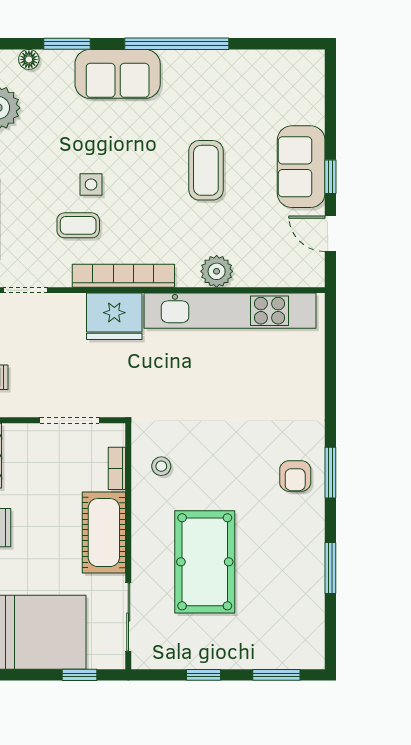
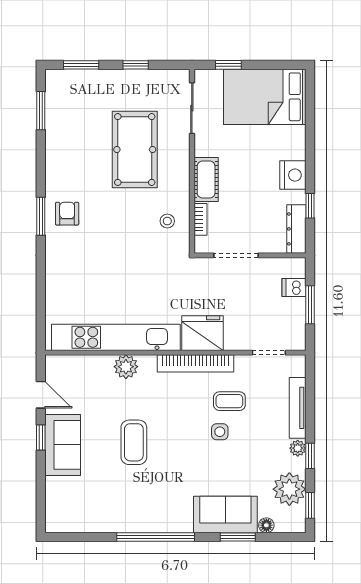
sofa: (118, 74) -> (225, 514), moved
cot: (104, 533) -> (206, 180), width x0.73, depth x0.75
window: (330, 568) -> (41, 111), moved

